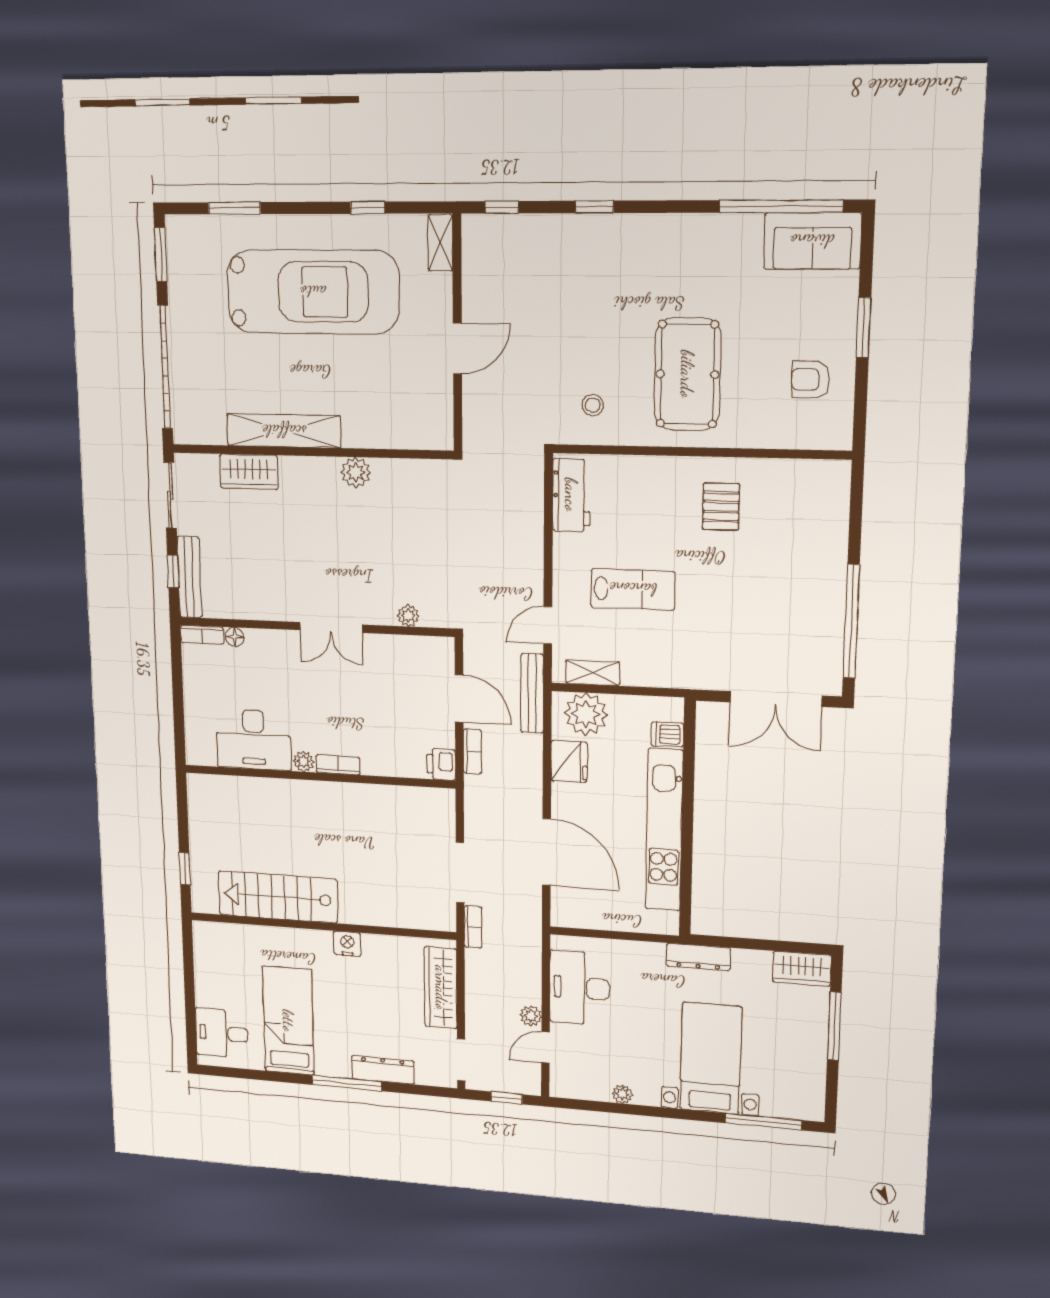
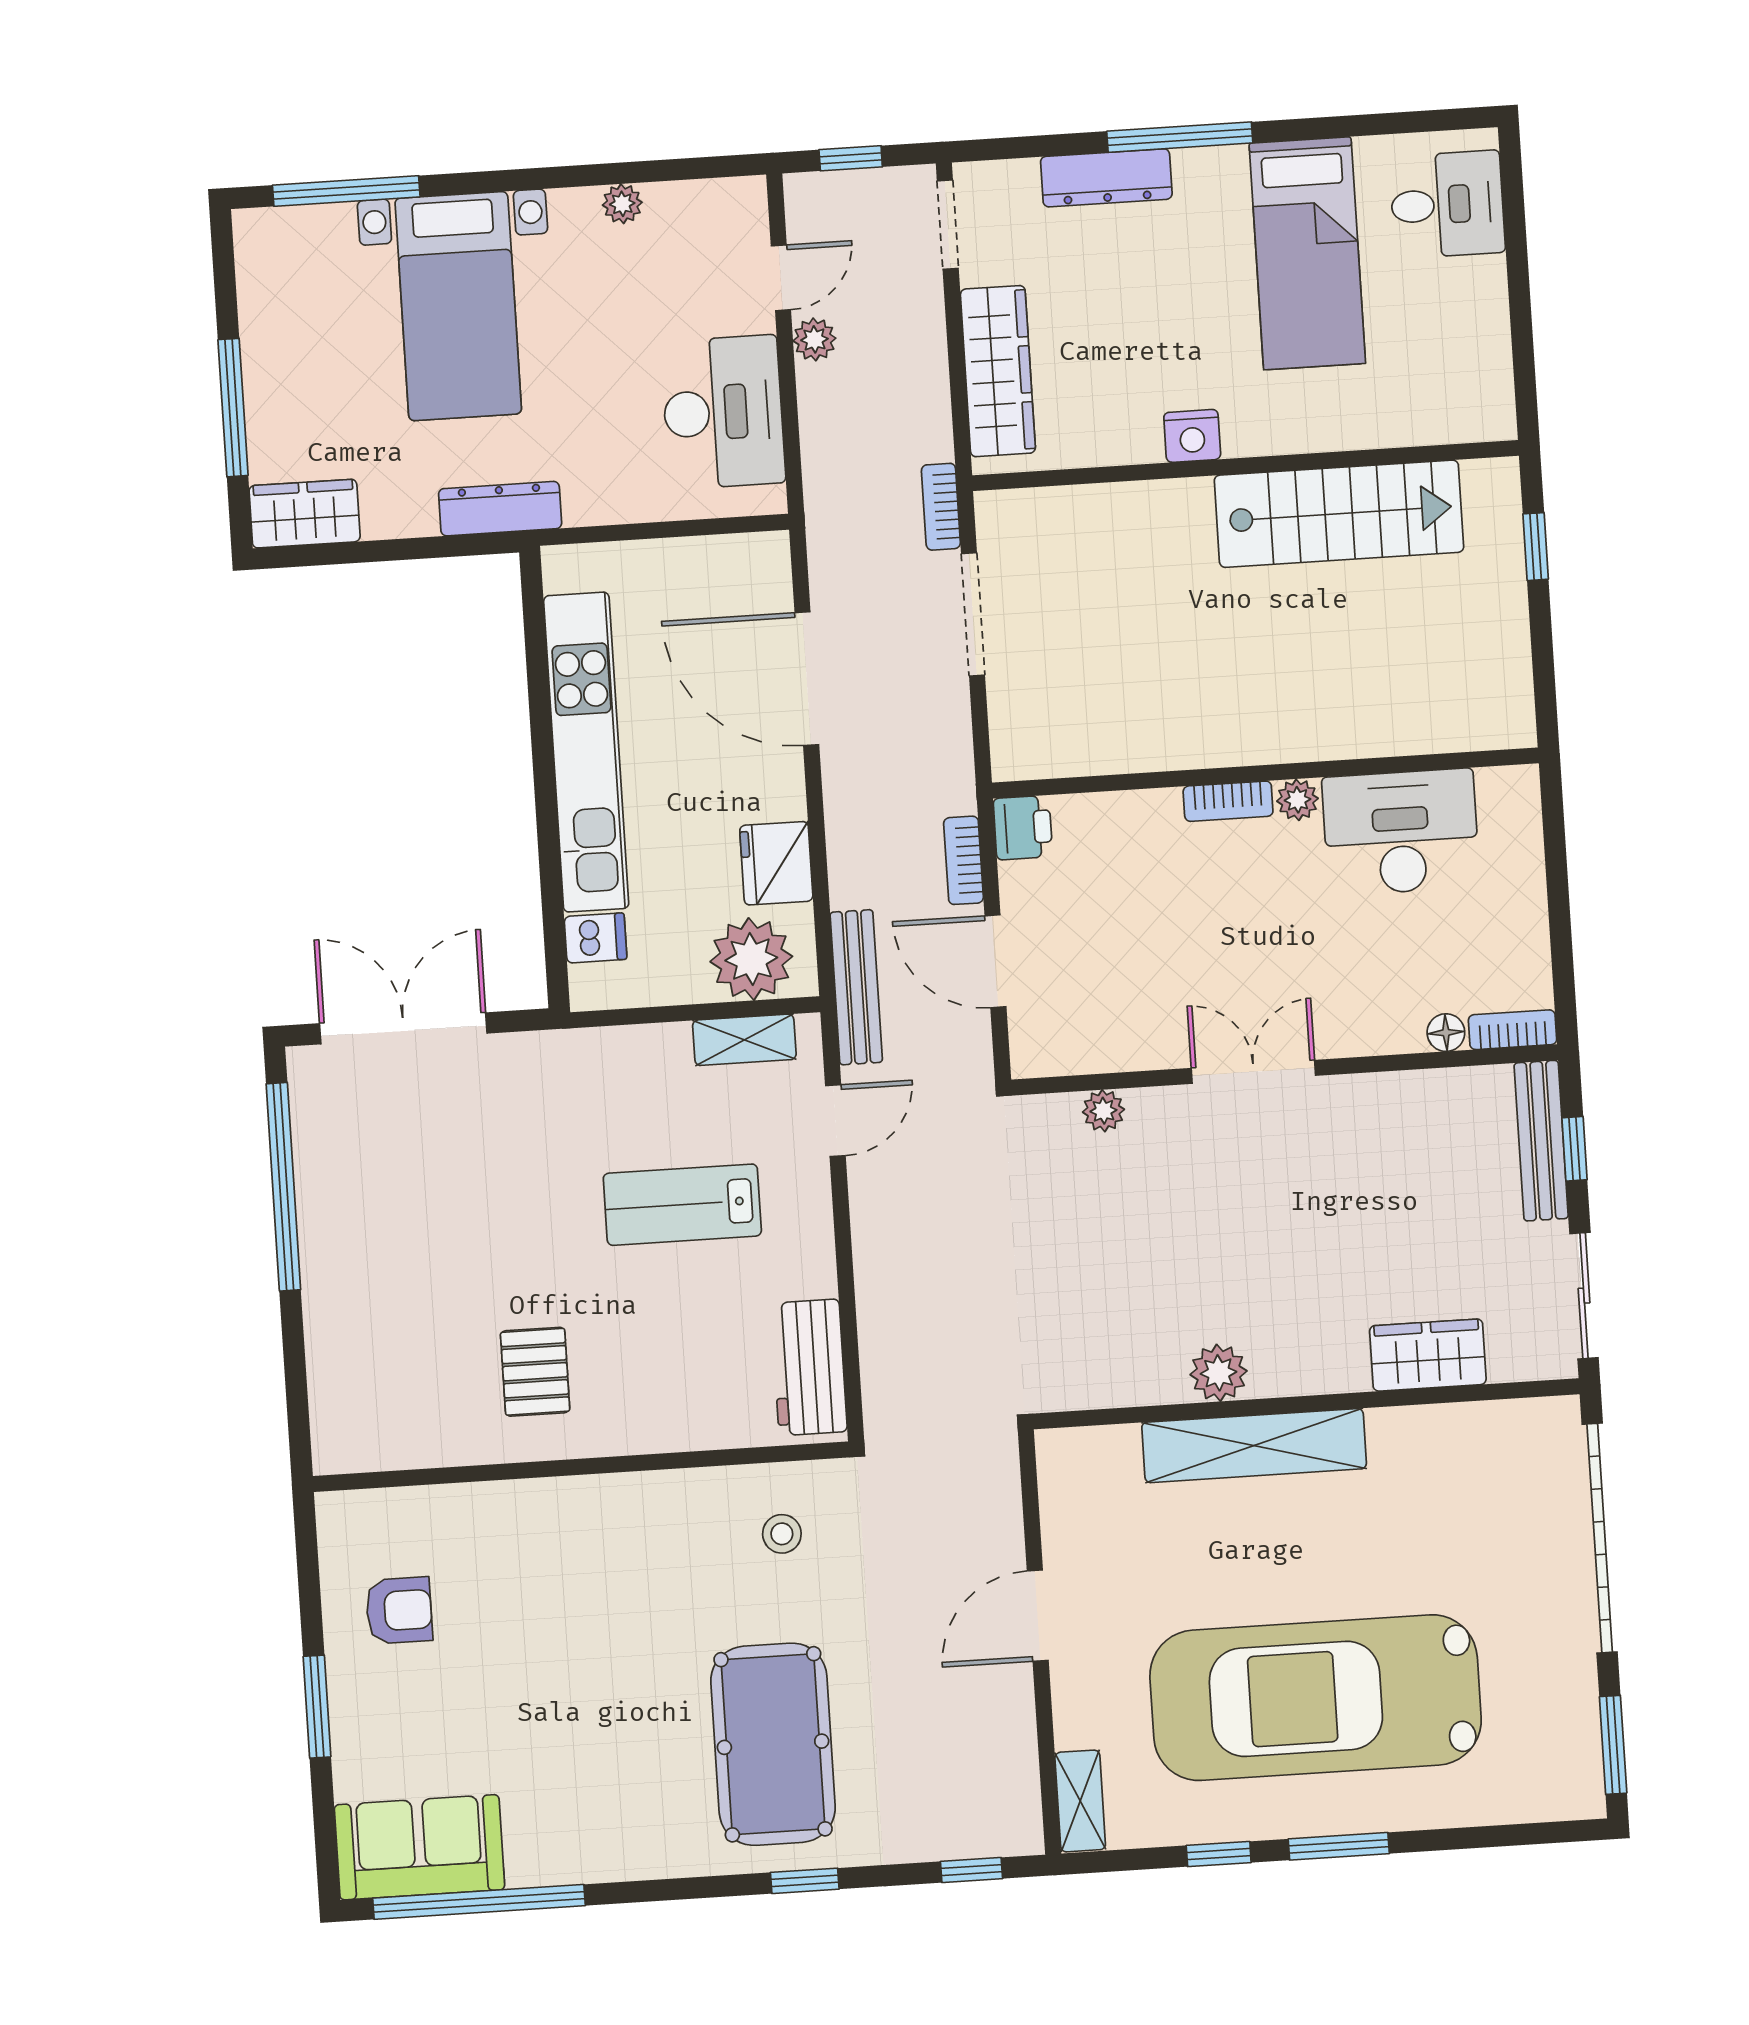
window: (234, 208) -> (1339, 1846), moved
pool table: (687, 374) -> (773, 1744), moved
shelving: (284, 431) -> (1254, 1446), moved

